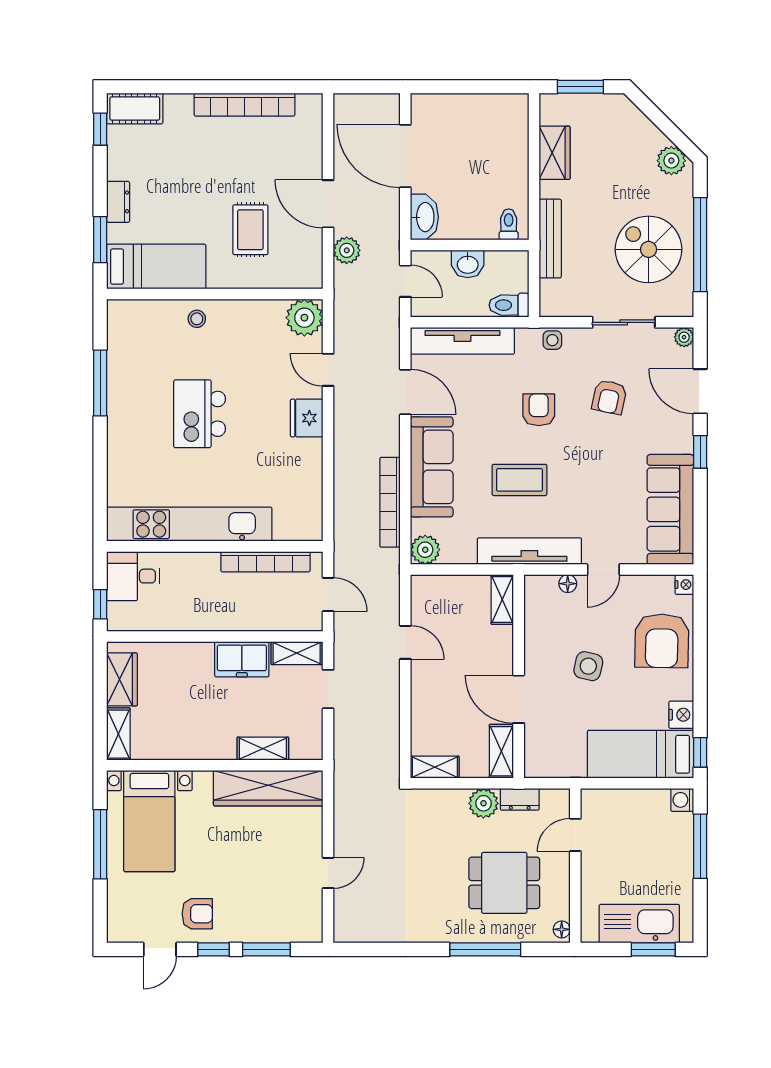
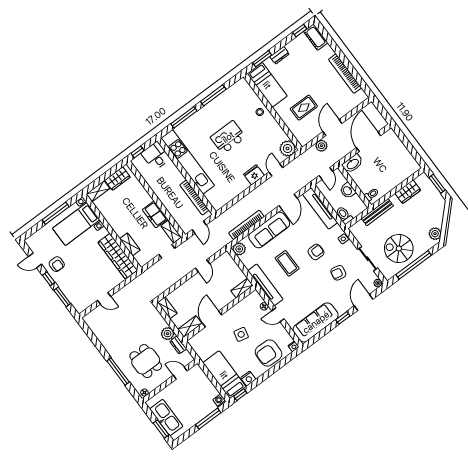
spiral stairs: (649, 249) -> (399, 249), turned -90
window: (100, 469) -> (184, 117), added

